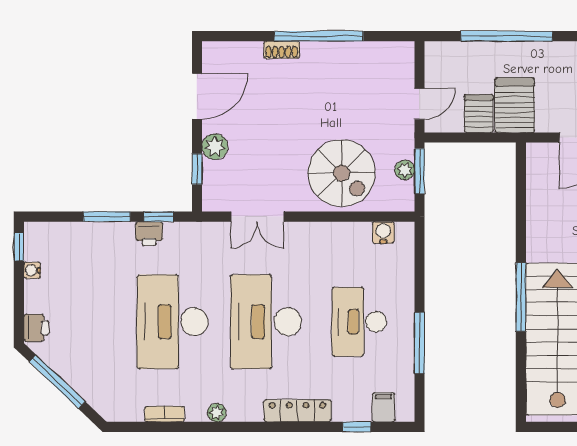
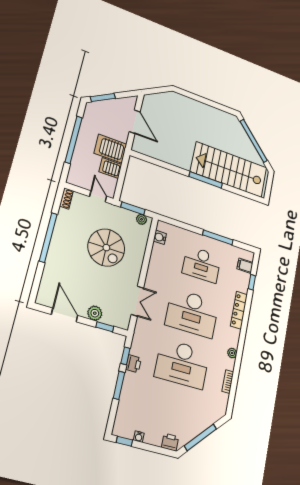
shoe rack: (282, 50) -> (66, 198), moved
plant: (405, 170) -> (141, 219), moved
spiral stairs: (342, 173) -> (106, 248), moved, turned 90

